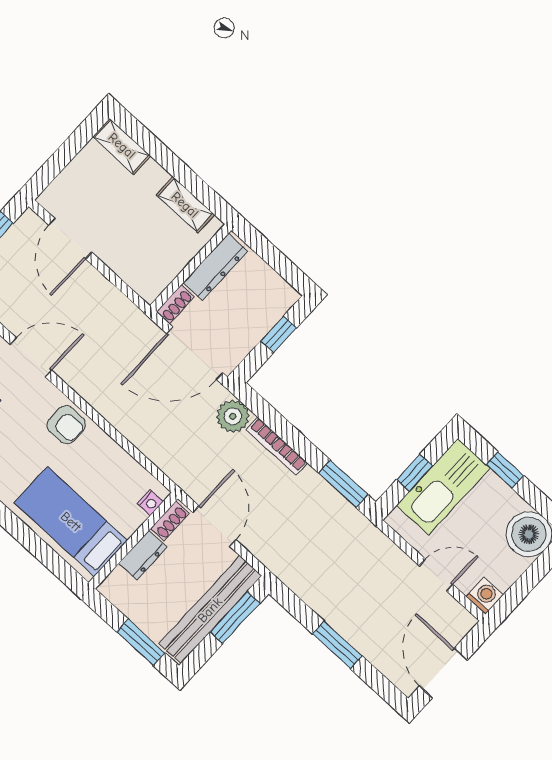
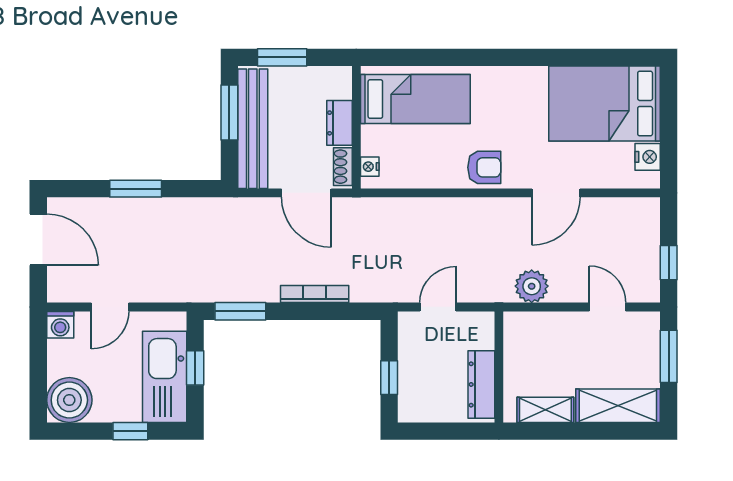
shelving: (122, 146) -> (618, 406), width x1.50, depth x1.33
window: (59, 161) -> (669, 356), added
door: (70, 239) -> (608, 307), width x0.73
shoe rack: (175, 304) -> (486, 330), removed
door: (195, 353) -> (438, 307), width x0.53
plant: (233, 416) -> (532, 286), moved
armchair: (66, 425) -> (484, 167), turned 180
window: (235, 618) -> (229, 113), moved

